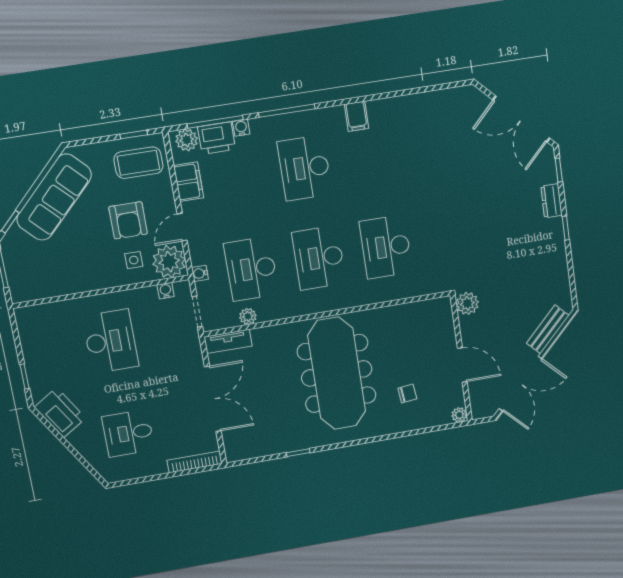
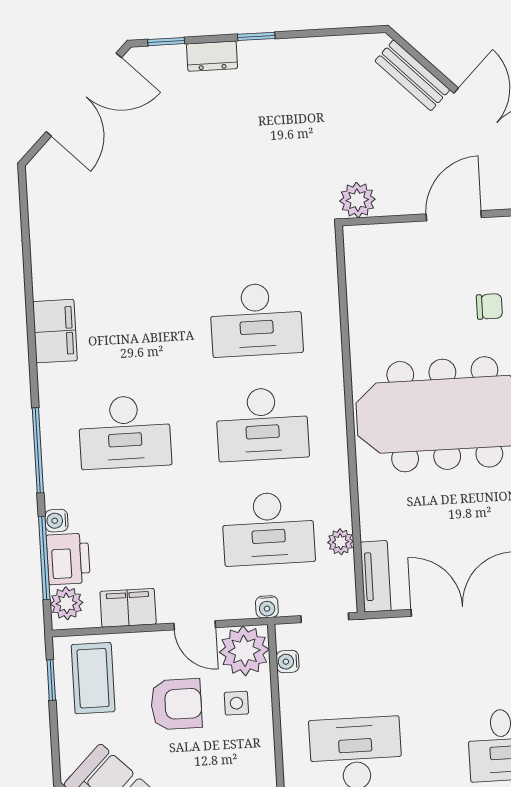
filing cabinet: (356, 116) -> (55, 331), width x2.00
chair: (407, 393) -> (489, 306), turned 96

